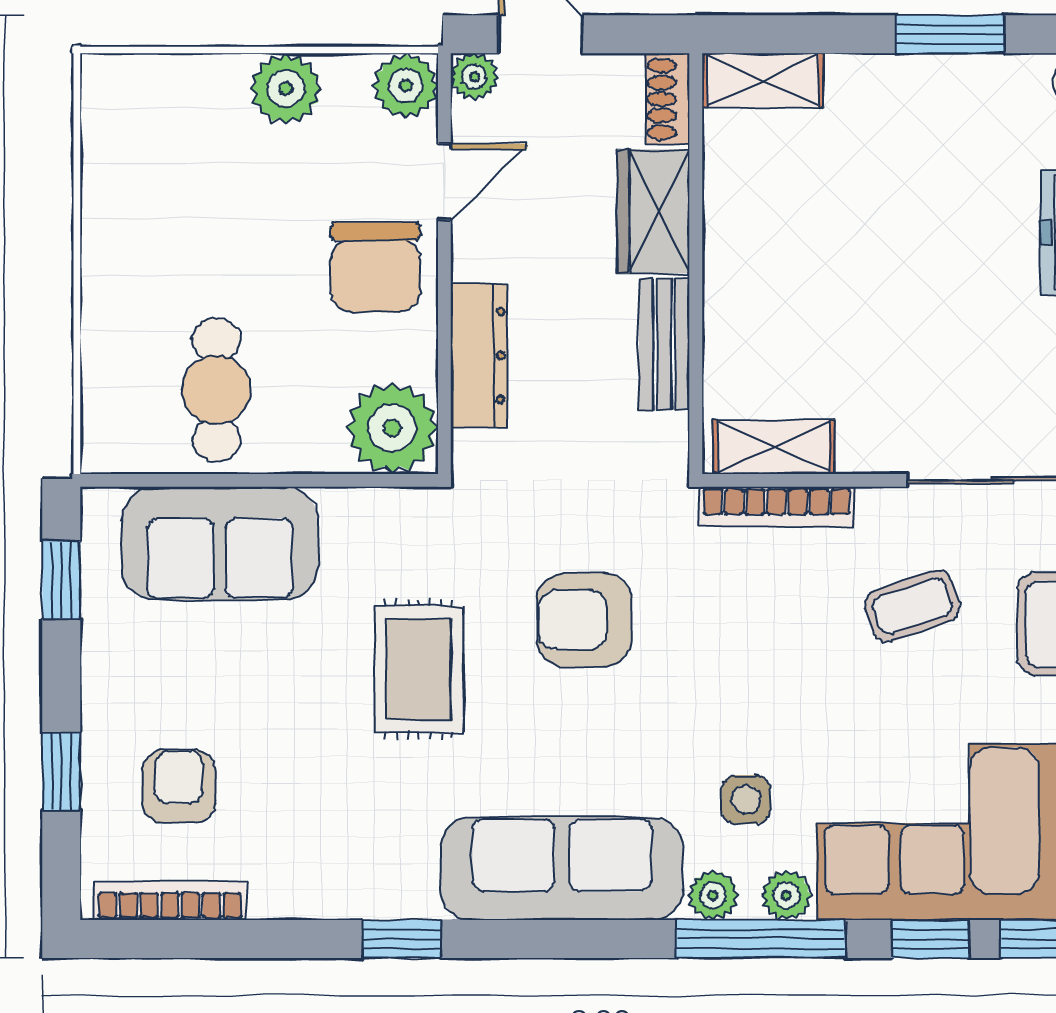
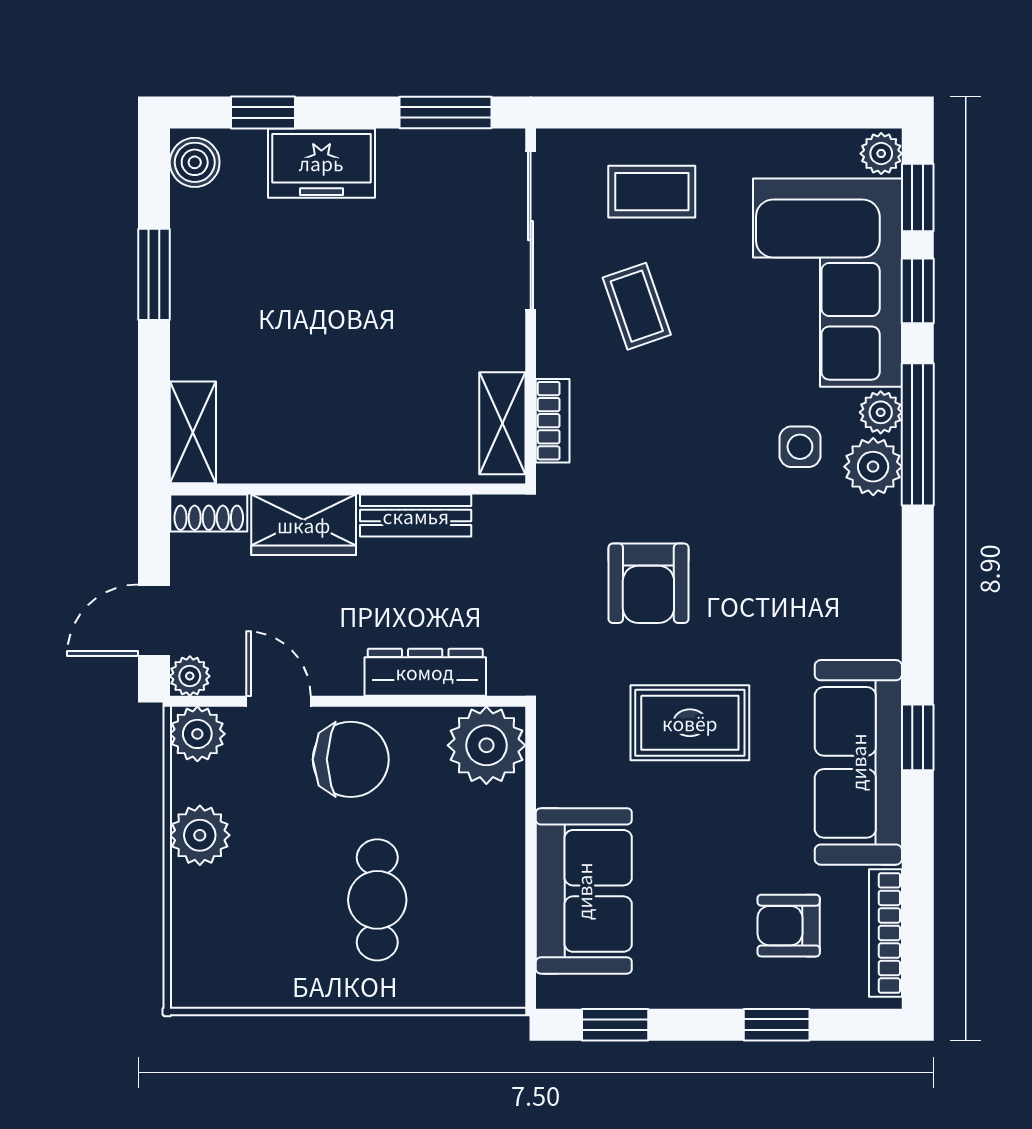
cafe table: (216, 390) -> (377, 900), moved, turned 90
bookcase: (777, 506) -> (553, 421), width x0.64
sofa: (562, 869) -> (858, 762), moved
plant: (713, 895) -> (873, 467), width x1.38, depth x1.38

